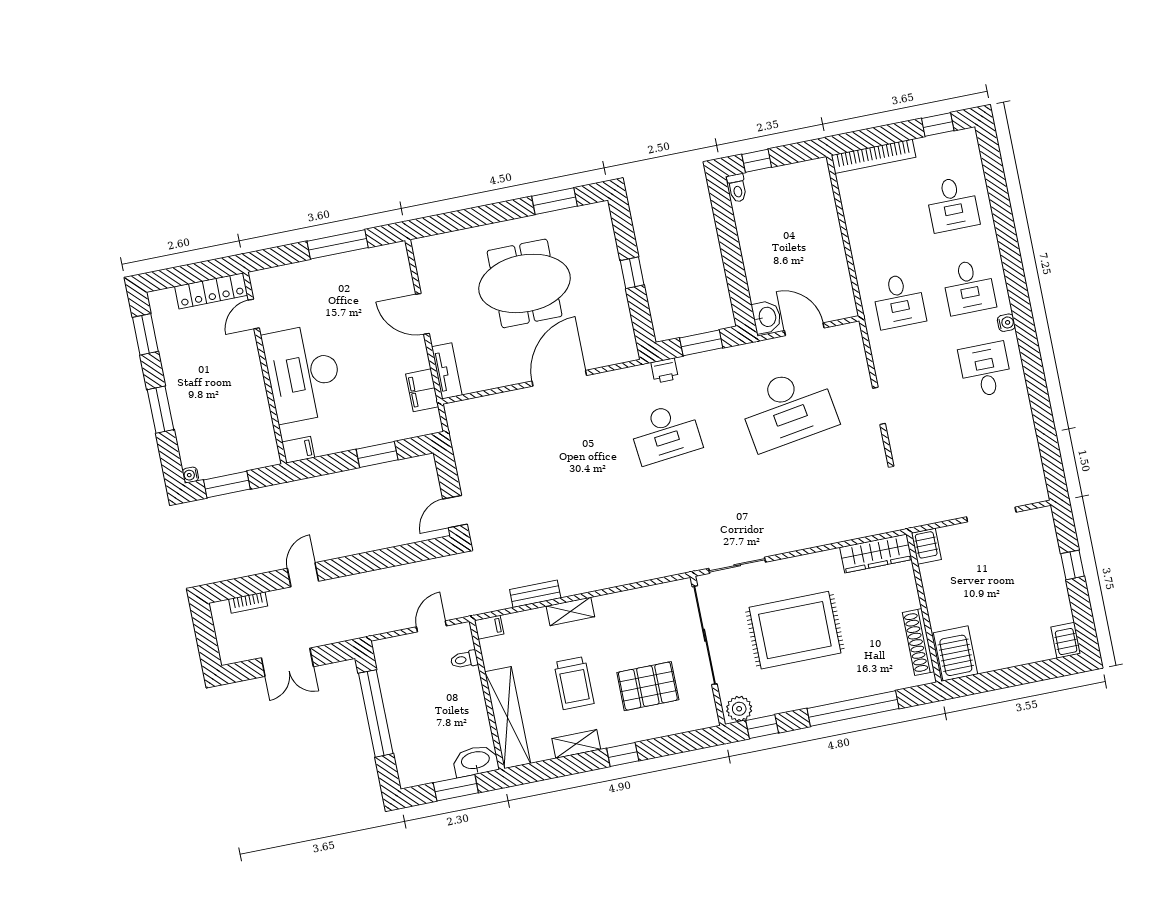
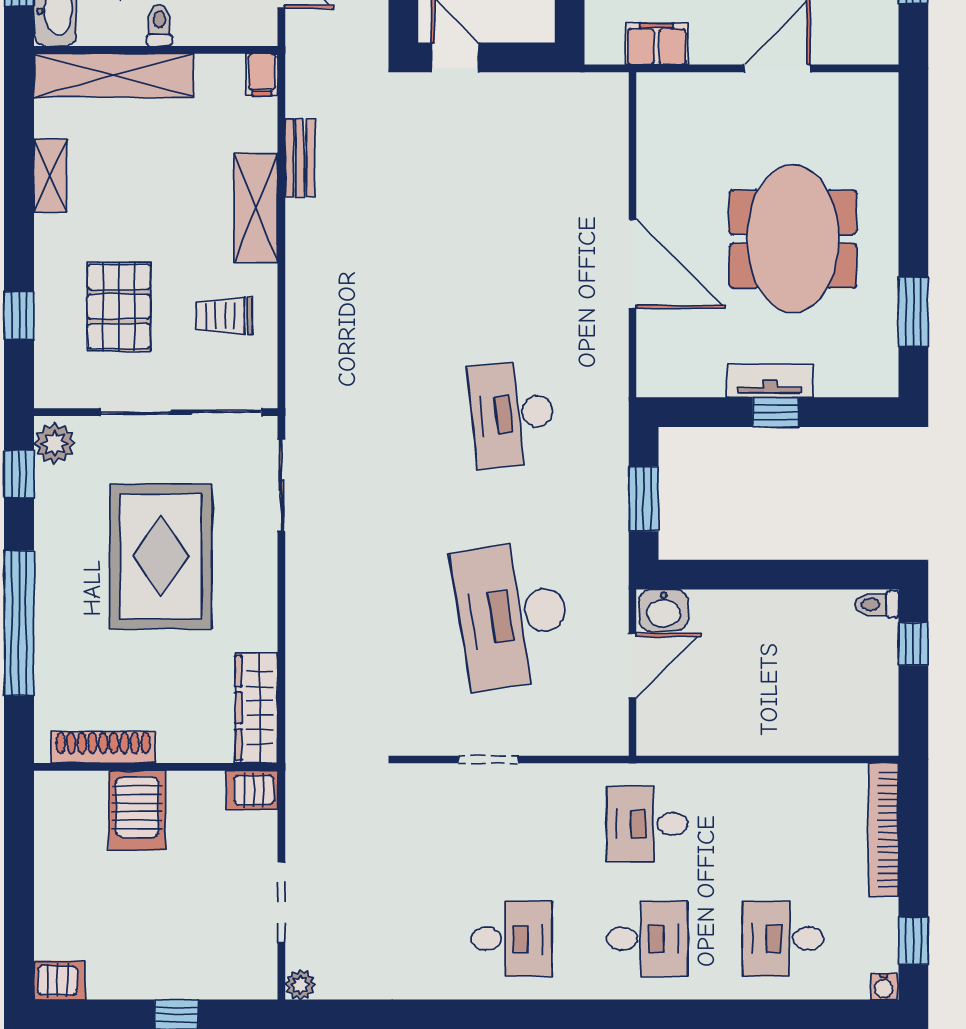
desk: (969, 287) -> (647, 939), turned 180
water cooler: (1006, 323) -> (884, 986), moved
tv unit: (447, 371) -> (770, 381), moved, turned 180
printer: (665, 371) -> (611, 432), removed
plant: (1039, 493) -> (300, 985), added
shelving: (570, 611) -> (256, 208), width x1.50, depth x1.33
server rack: (955, 653) -> (137, 810), moved, turned 90
toilet: (464, 660) -> (159, 25), moved
trolley: (574, 683) -> (224, 316), moved, width x0.73, depth x0.72
window: (623, 754) -> (19, 315), moved

